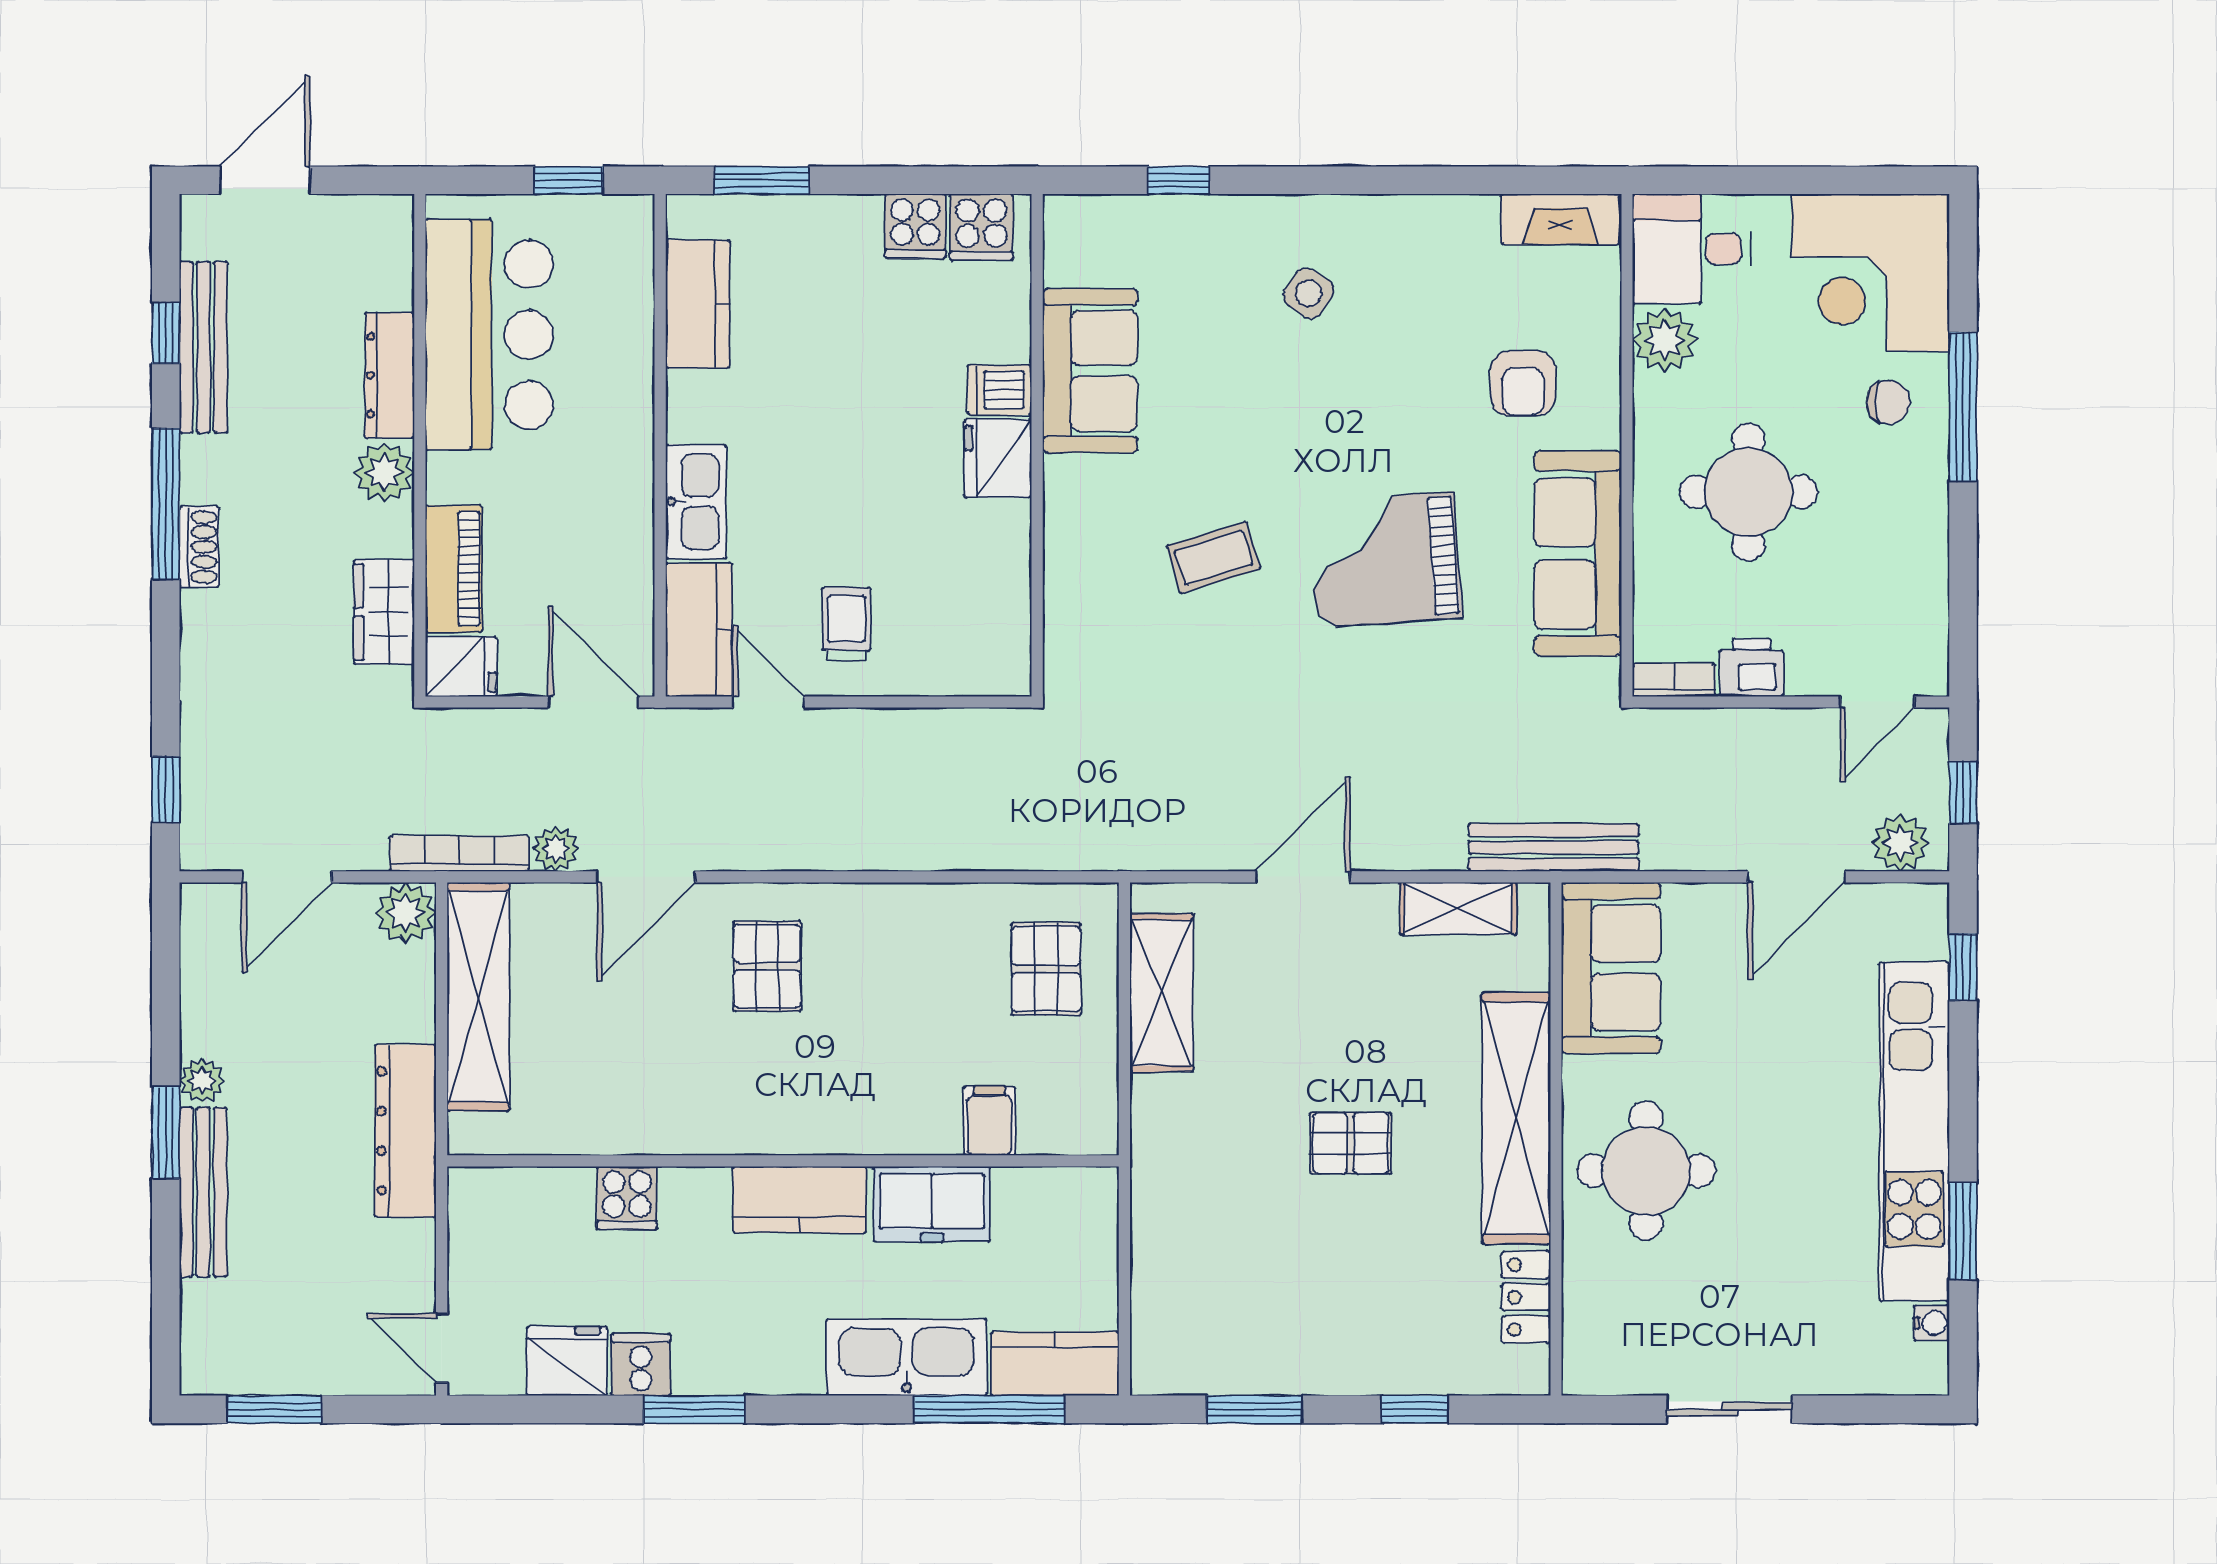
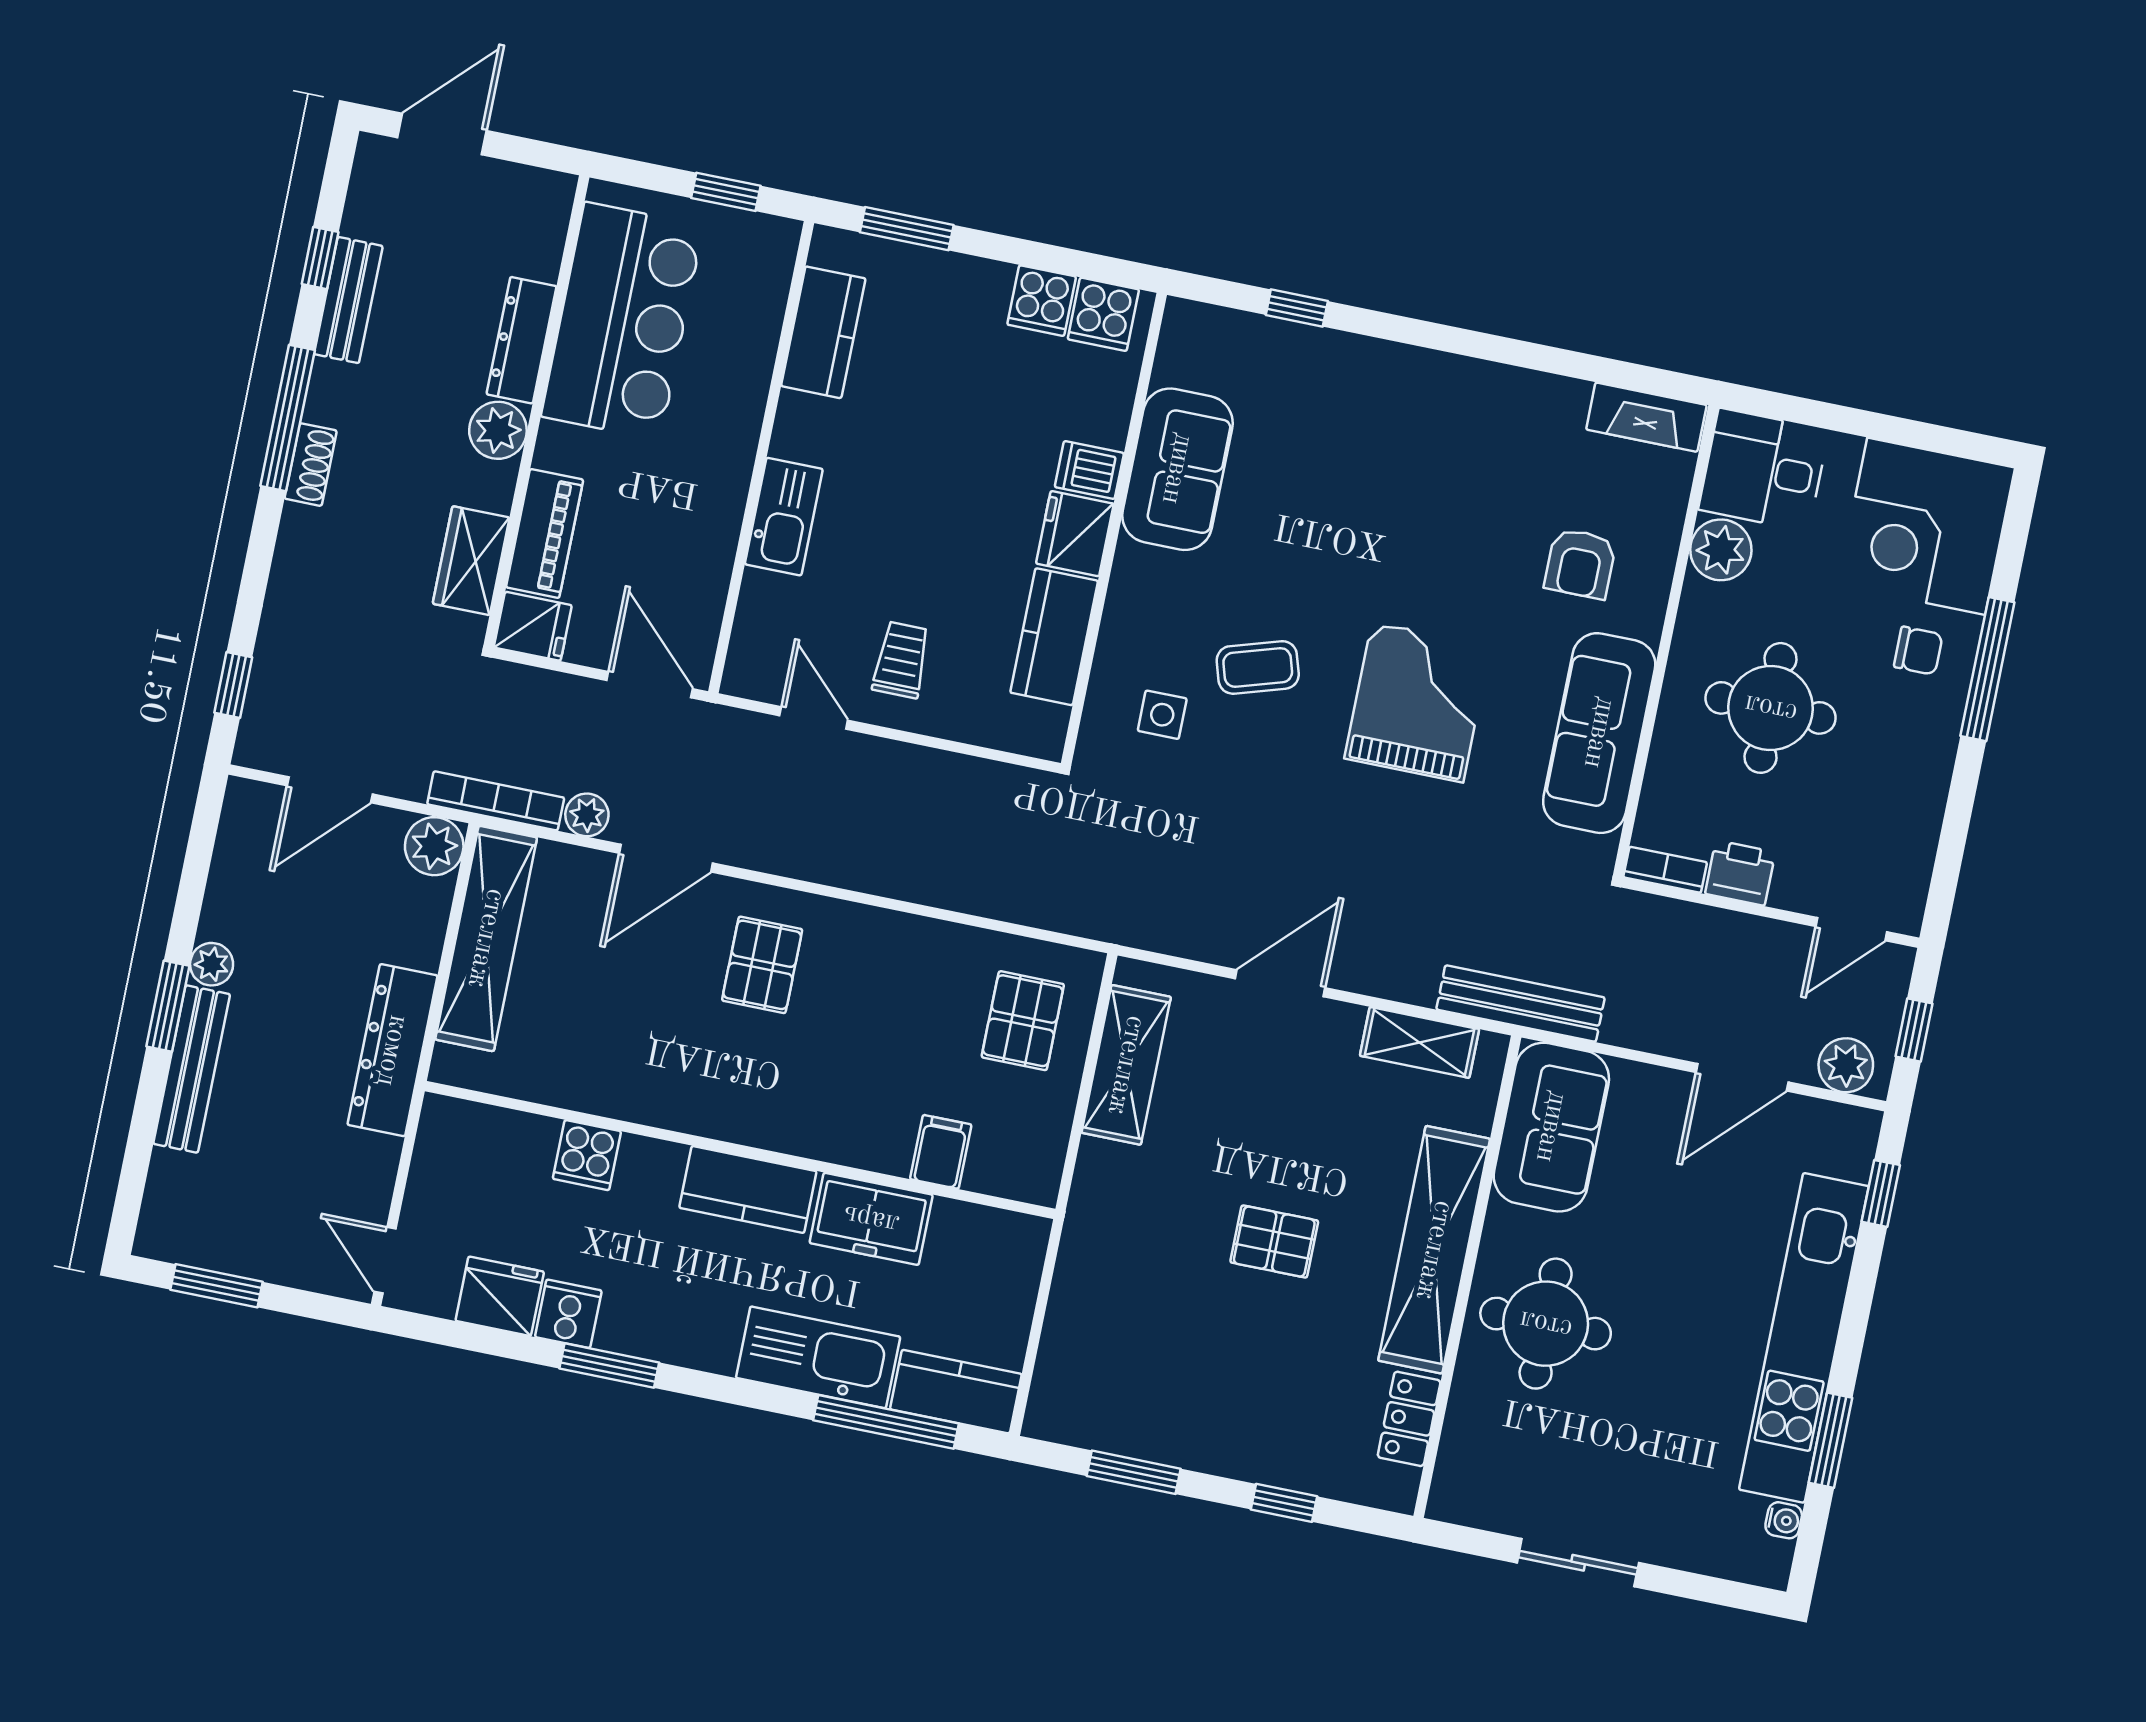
side table: (1309, 293) -> (1162, 715), moved, turned -34
bench: (203, 347) -> (348, 300), width x0.73
grand piano: (1385, 560) -> (1418, 702), turned 94
kitchen counter: (699, 630) -> (1054, 637), moved, turned 180

